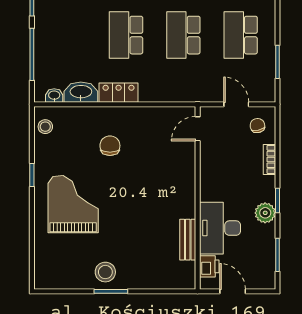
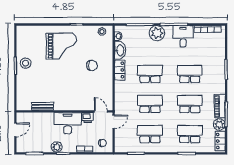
plant: (48, 22) -> (157, 33), added
door: (236, 104) -> (114, 122), moved
desk: (220, 228) -> (68, 123), moved
printer: (209, 266) -> (88, 118), moved

